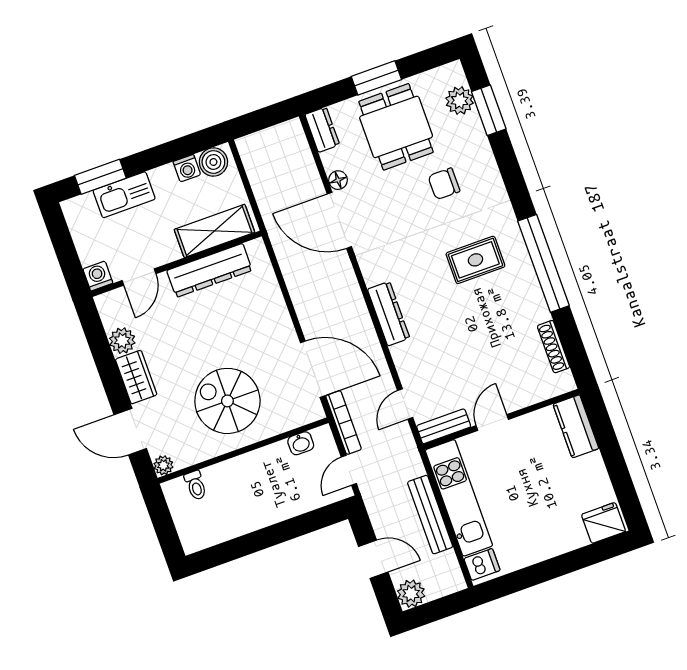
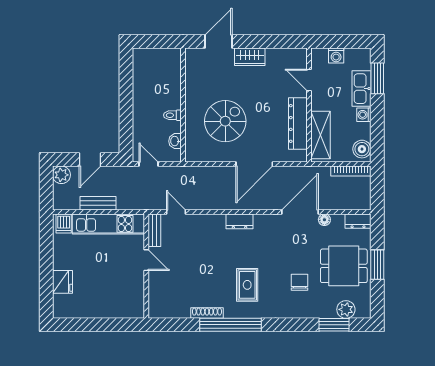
washing machine: (187, 168) -> (364, 115), moved
washing machine: (98, 276) -> (336, 56), moved, turned 90
dresser: (389, 314) -> (240, 221), width x0.70
plant: (122, 341) -> (275, 56), removed
shoe rack: (554, 347) -> (207, 313), moved
door: (313, 369) -> (254, 164), moved
spiral stairs: (227, 401) -> (225, 121), moved
bookcase: (344, 422) -> (351, 171), moved
kitchen counter: (576, 426) -> (126, 309), removed
plant: (163, 465) -> (191, 54), removed
toilet: (196, 485) -> (172, 115), moved
bench: (430, 515) -> (98, 203), width x0.73
fridge: (603, 523) -> (62, 282), moved

